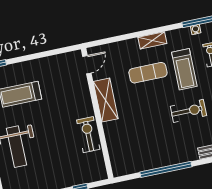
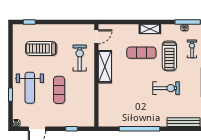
exercise bike: (88, 135) -> (80, 58), moved
exercise mat: (54, 142) -> (59, 90), added

